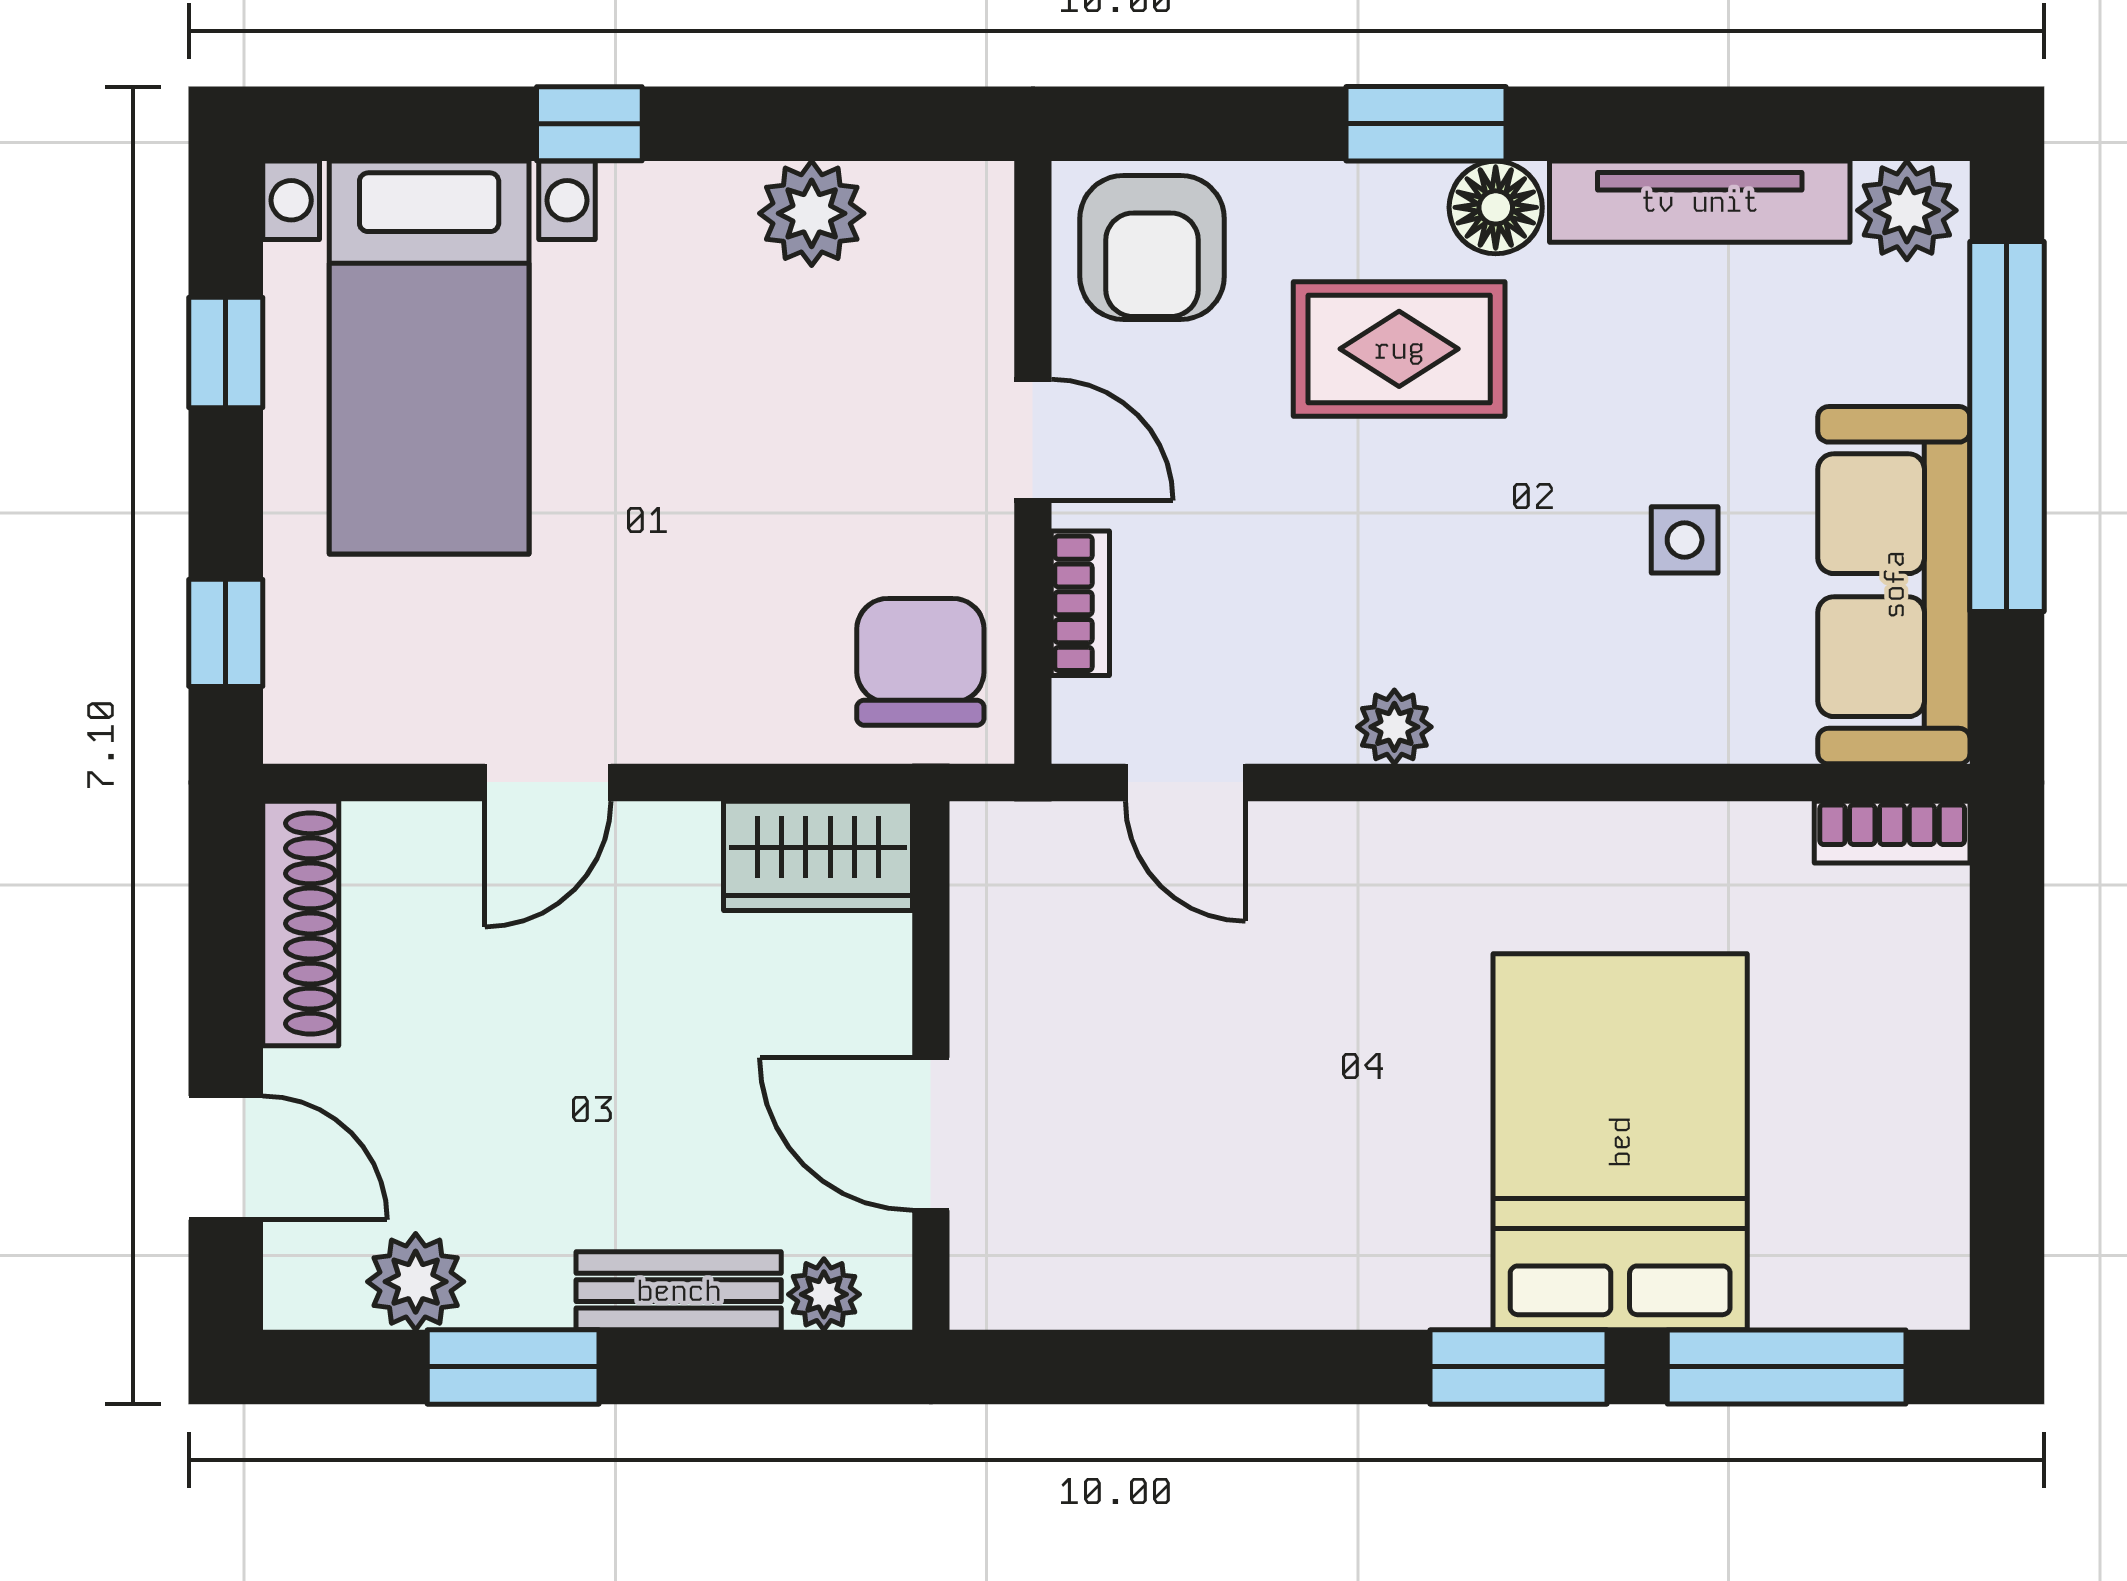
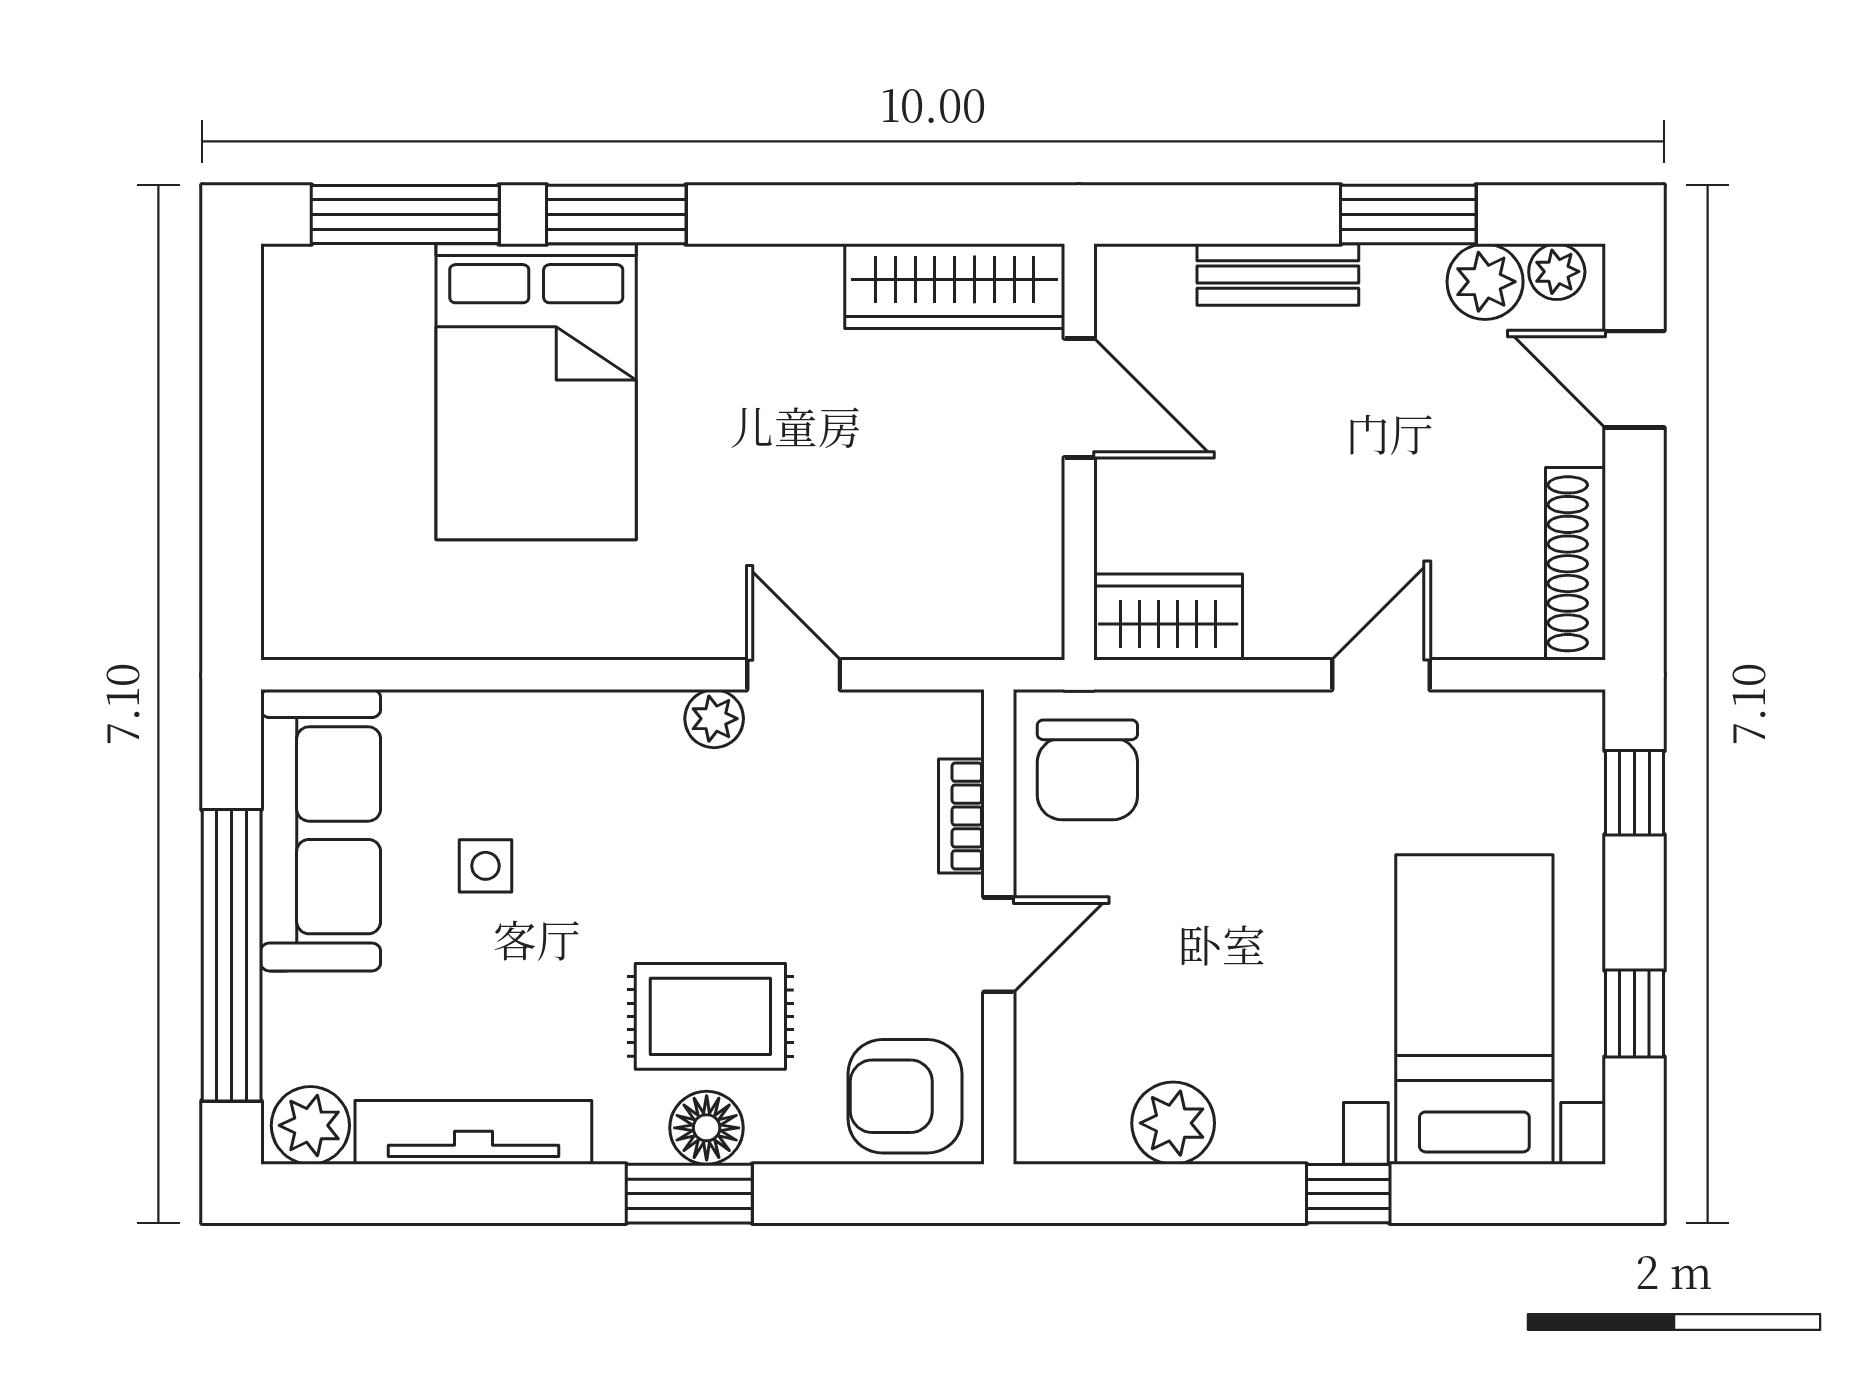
floor lamp: (1496, 207) -> (707, 1128), moved
armchair: (1152, 247) -> (905, 1096), turned -90
door: (1033, 440) -> (999, 945), swing flipped
door: (1185, 782) -> (794, 675), moved
bookcase: (1892, 832) -> (322, 636), removed
wardrobe: (1089, 1276) -> (955, 286), added
plant: (824, 1294) -> (1557, 272), moved

